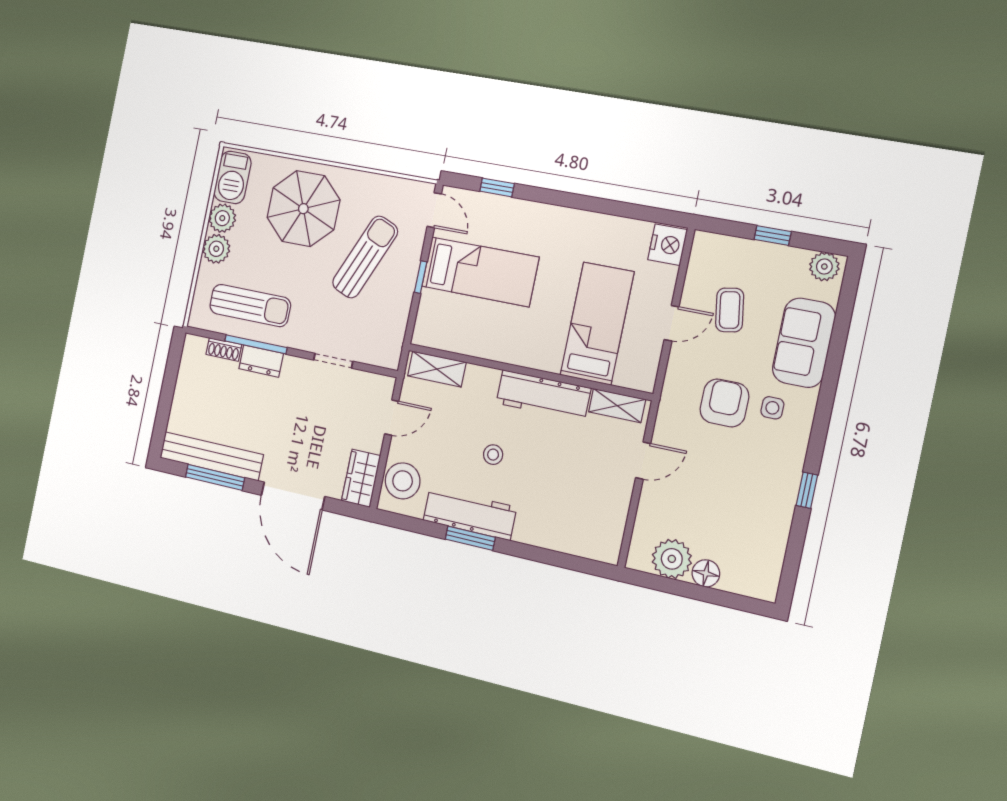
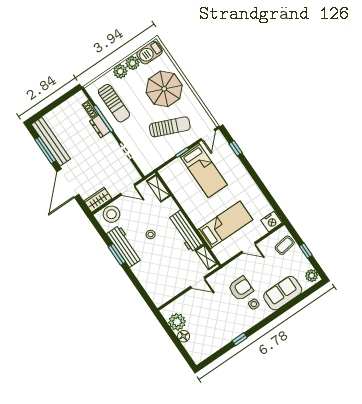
coffee table: (730, 310) -> (285, 245), moved

